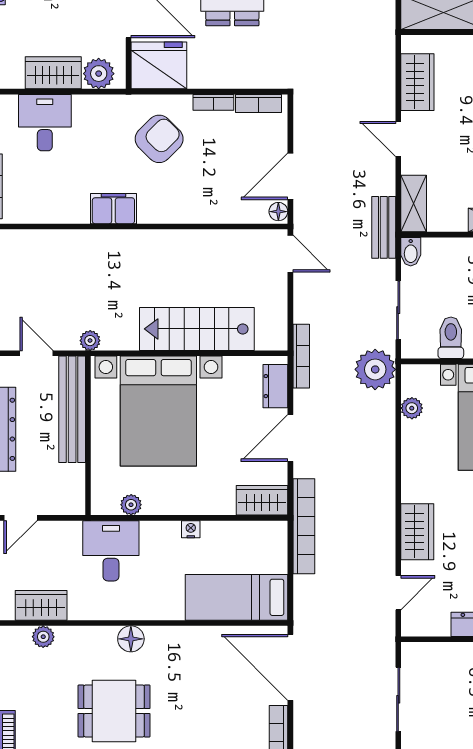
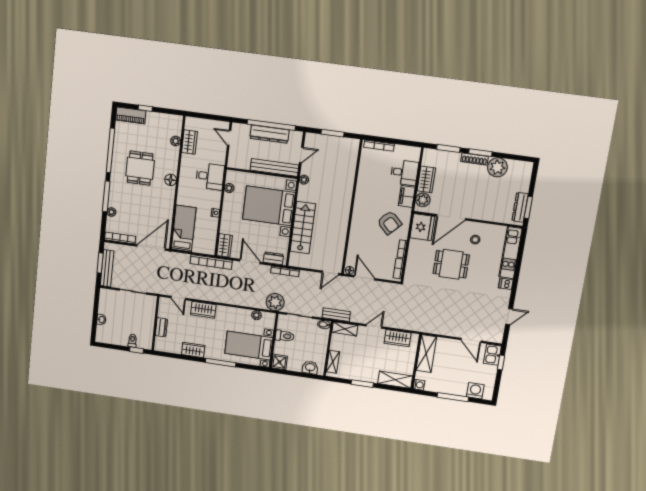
filing cabinet: (113, 209) -> (407, 196), moved, turned 180

